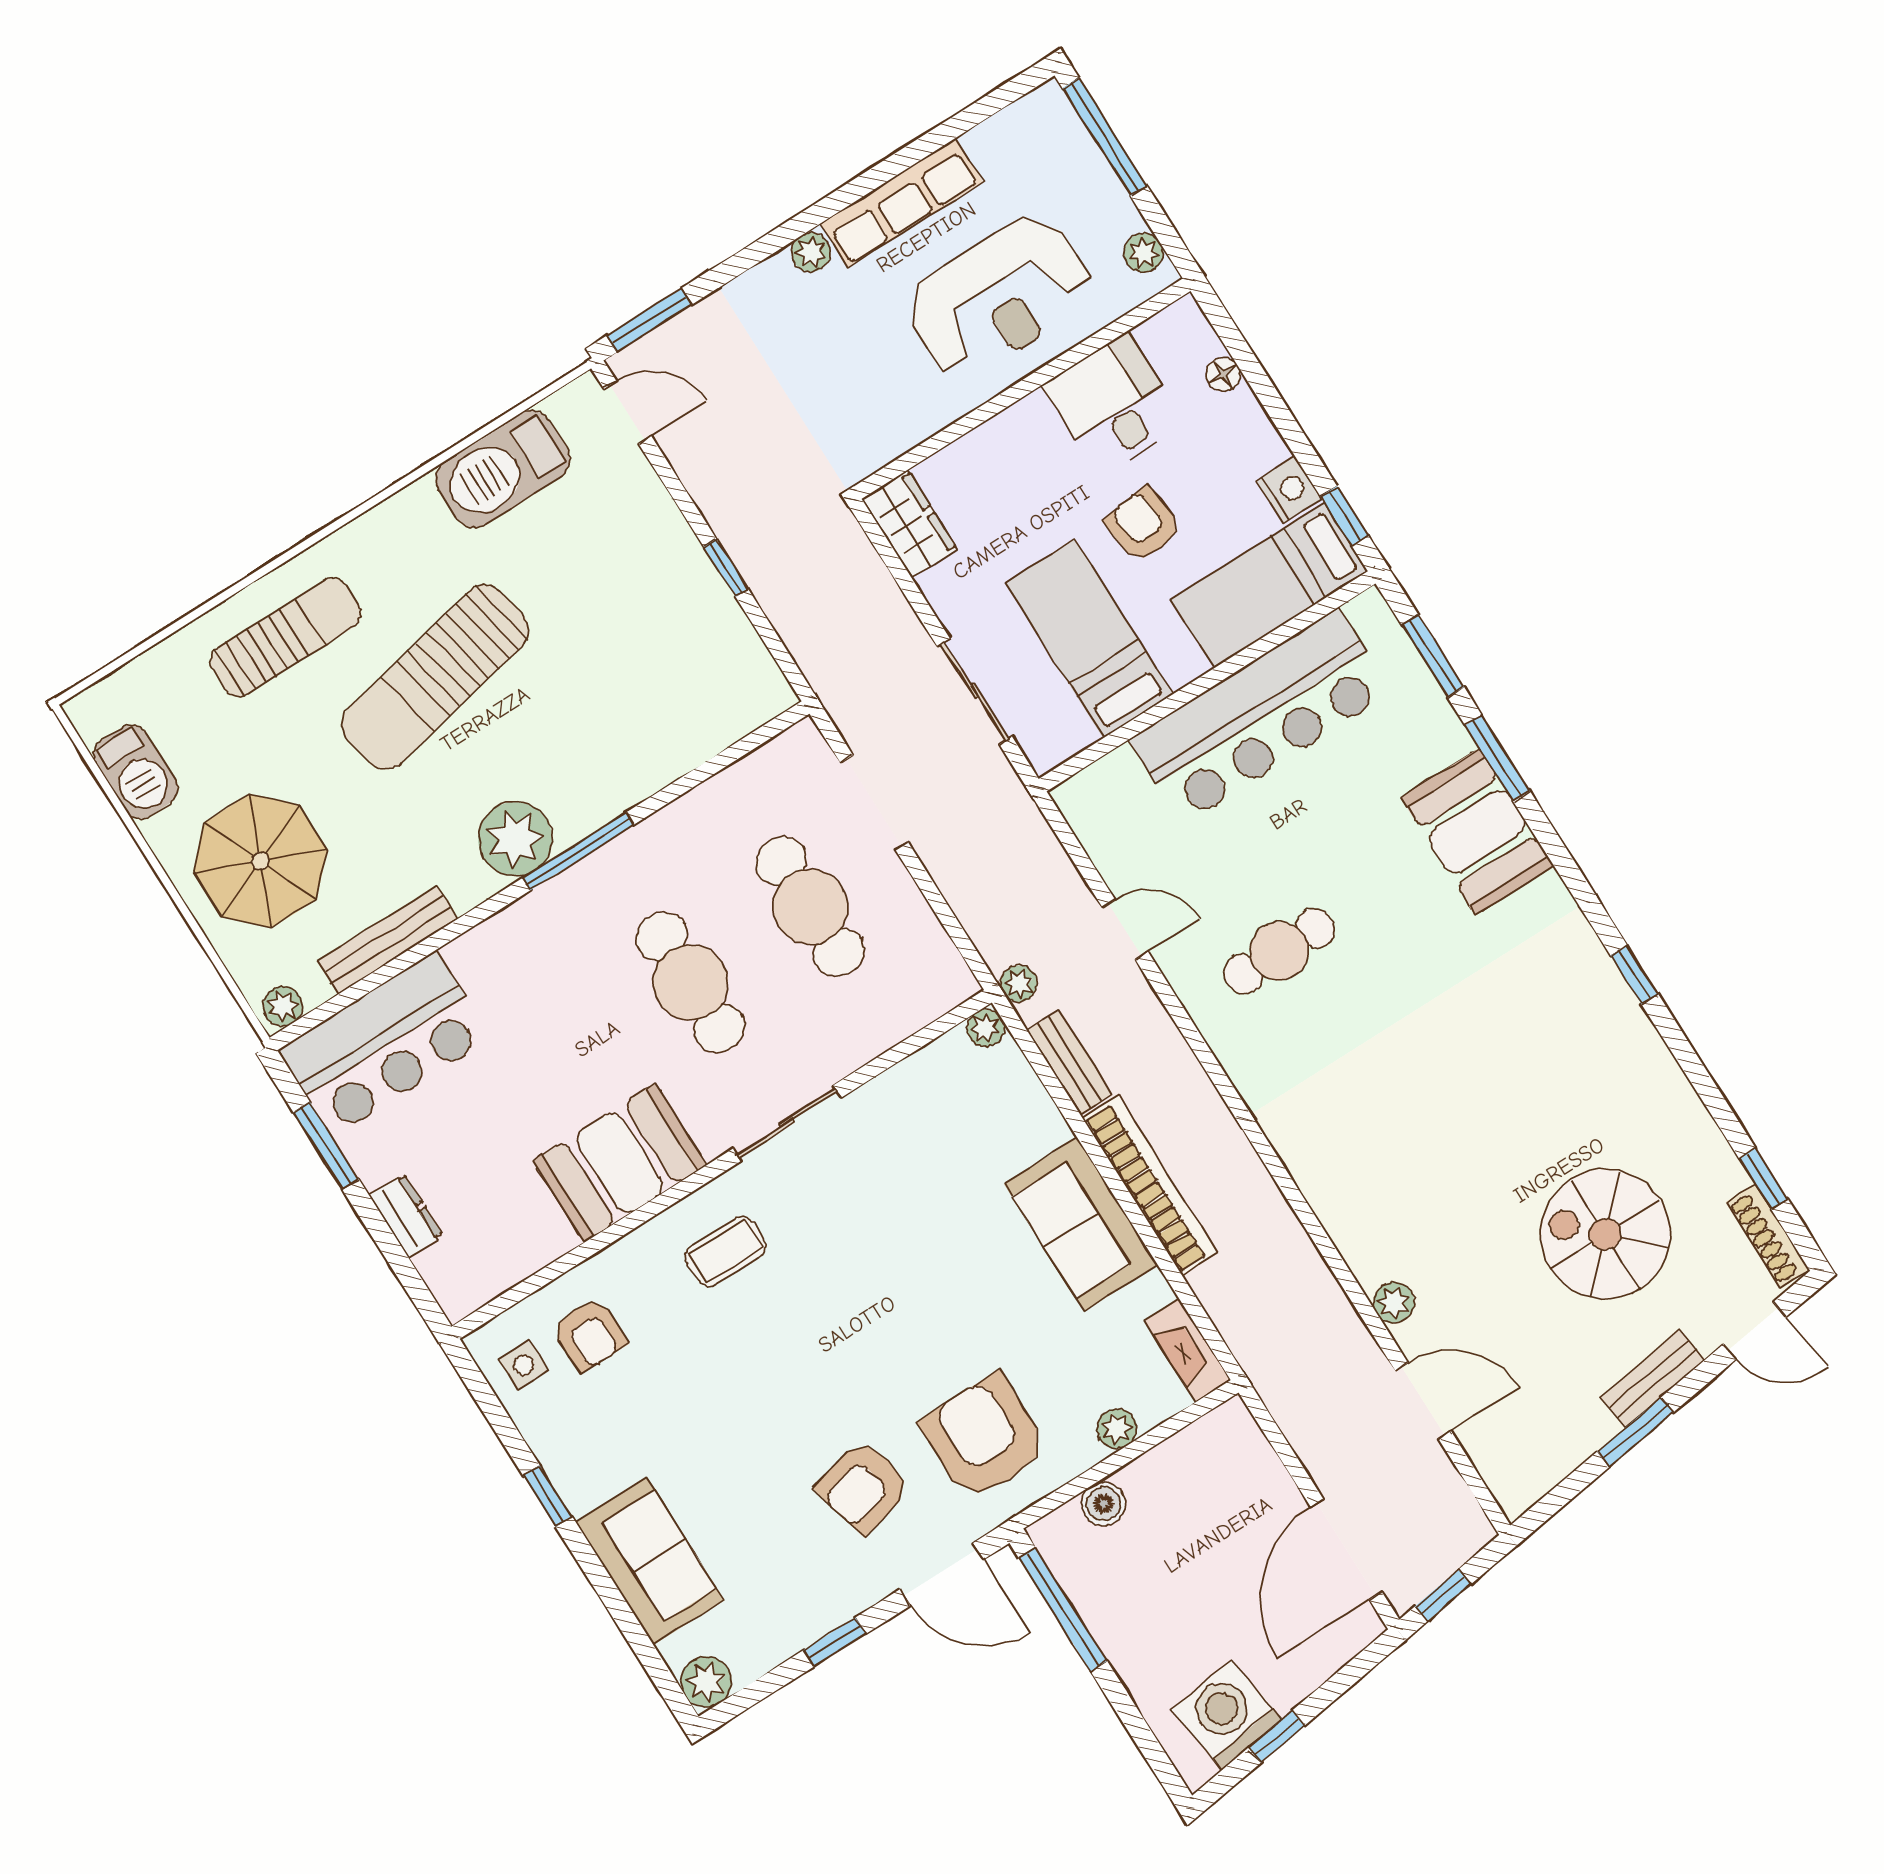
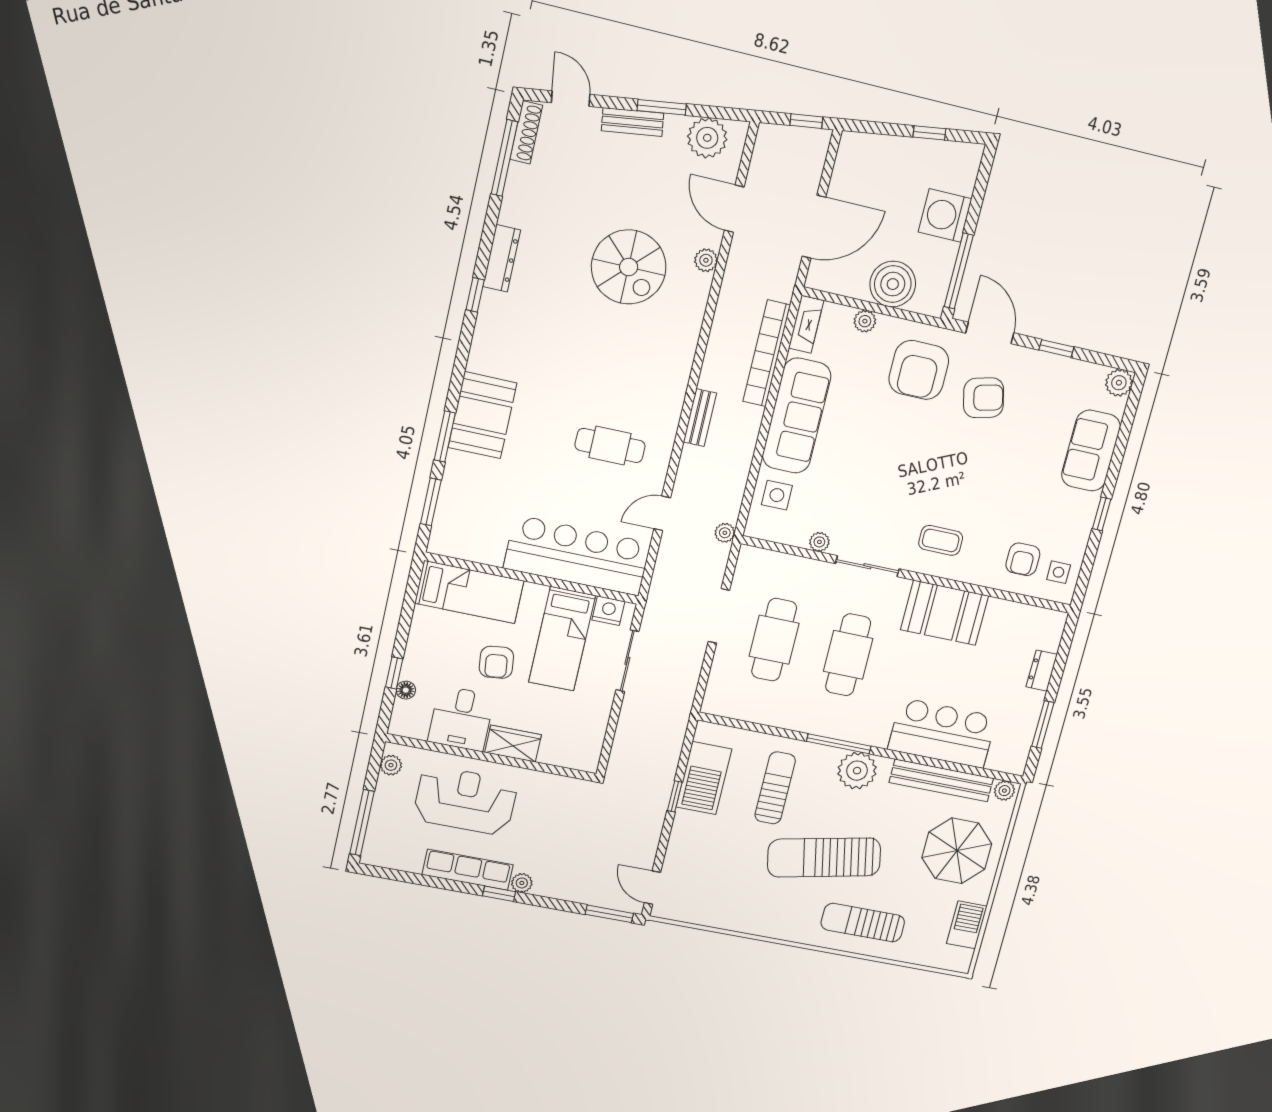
window: (826, 208) -> (499, 894), added
barbecue: (503, 469) -> (704, 778), moved, turned 90
nightstand: (1289, 490) -> (608, 611), moved, turned 90
window: (1344, 516) -> (394, 673), moved
wardrobe: (909, 524) -> (513, 744), moved, turned 90
sun lounger: (435, 677) -> (824, 857), turned 180
sun lounger: (602, 709) -> (775, 788), added
bar counter: (1261, 716) -> (577, 555), moved
doorway: (874, 802) -> (719, 616), moved
door: (1125, 930) -> (662, 513), hinge flipped
bench: (387, 940) -> (941, 780), width x1.37, depth x1.21
plant: (986, 1028) -> (819, 542), moved
bar counter: (385, 1044) -> (942, 733), moved
dresser: (1646, 1052) -> (502, 258), added
bench: (1070, 1062) -> (700, 418), moved
side table: (1001, 1098) -> (777, 495), added
window: (1763, 1179) -> (504, 158), width x2.17
bookcase: (1150, 1185) -> (767, 353), moved
sofa: (1081, 1224) -> (797, 416), width x1.36
spiral stairs: (1605, 1234) -> (629, 267), moved
armchair: (590, 1335) -> (1023, 559), turned 180
plant: (1543, 1452) -> (707, 138), added
boiler: (1104, 1504) -> (893, 284), width x1.86, depth x1.86
door: (1346, 1549) -> (814, 227), moved
washing machine: (1227, 1715) -> (945, 215), moved, turned 98

